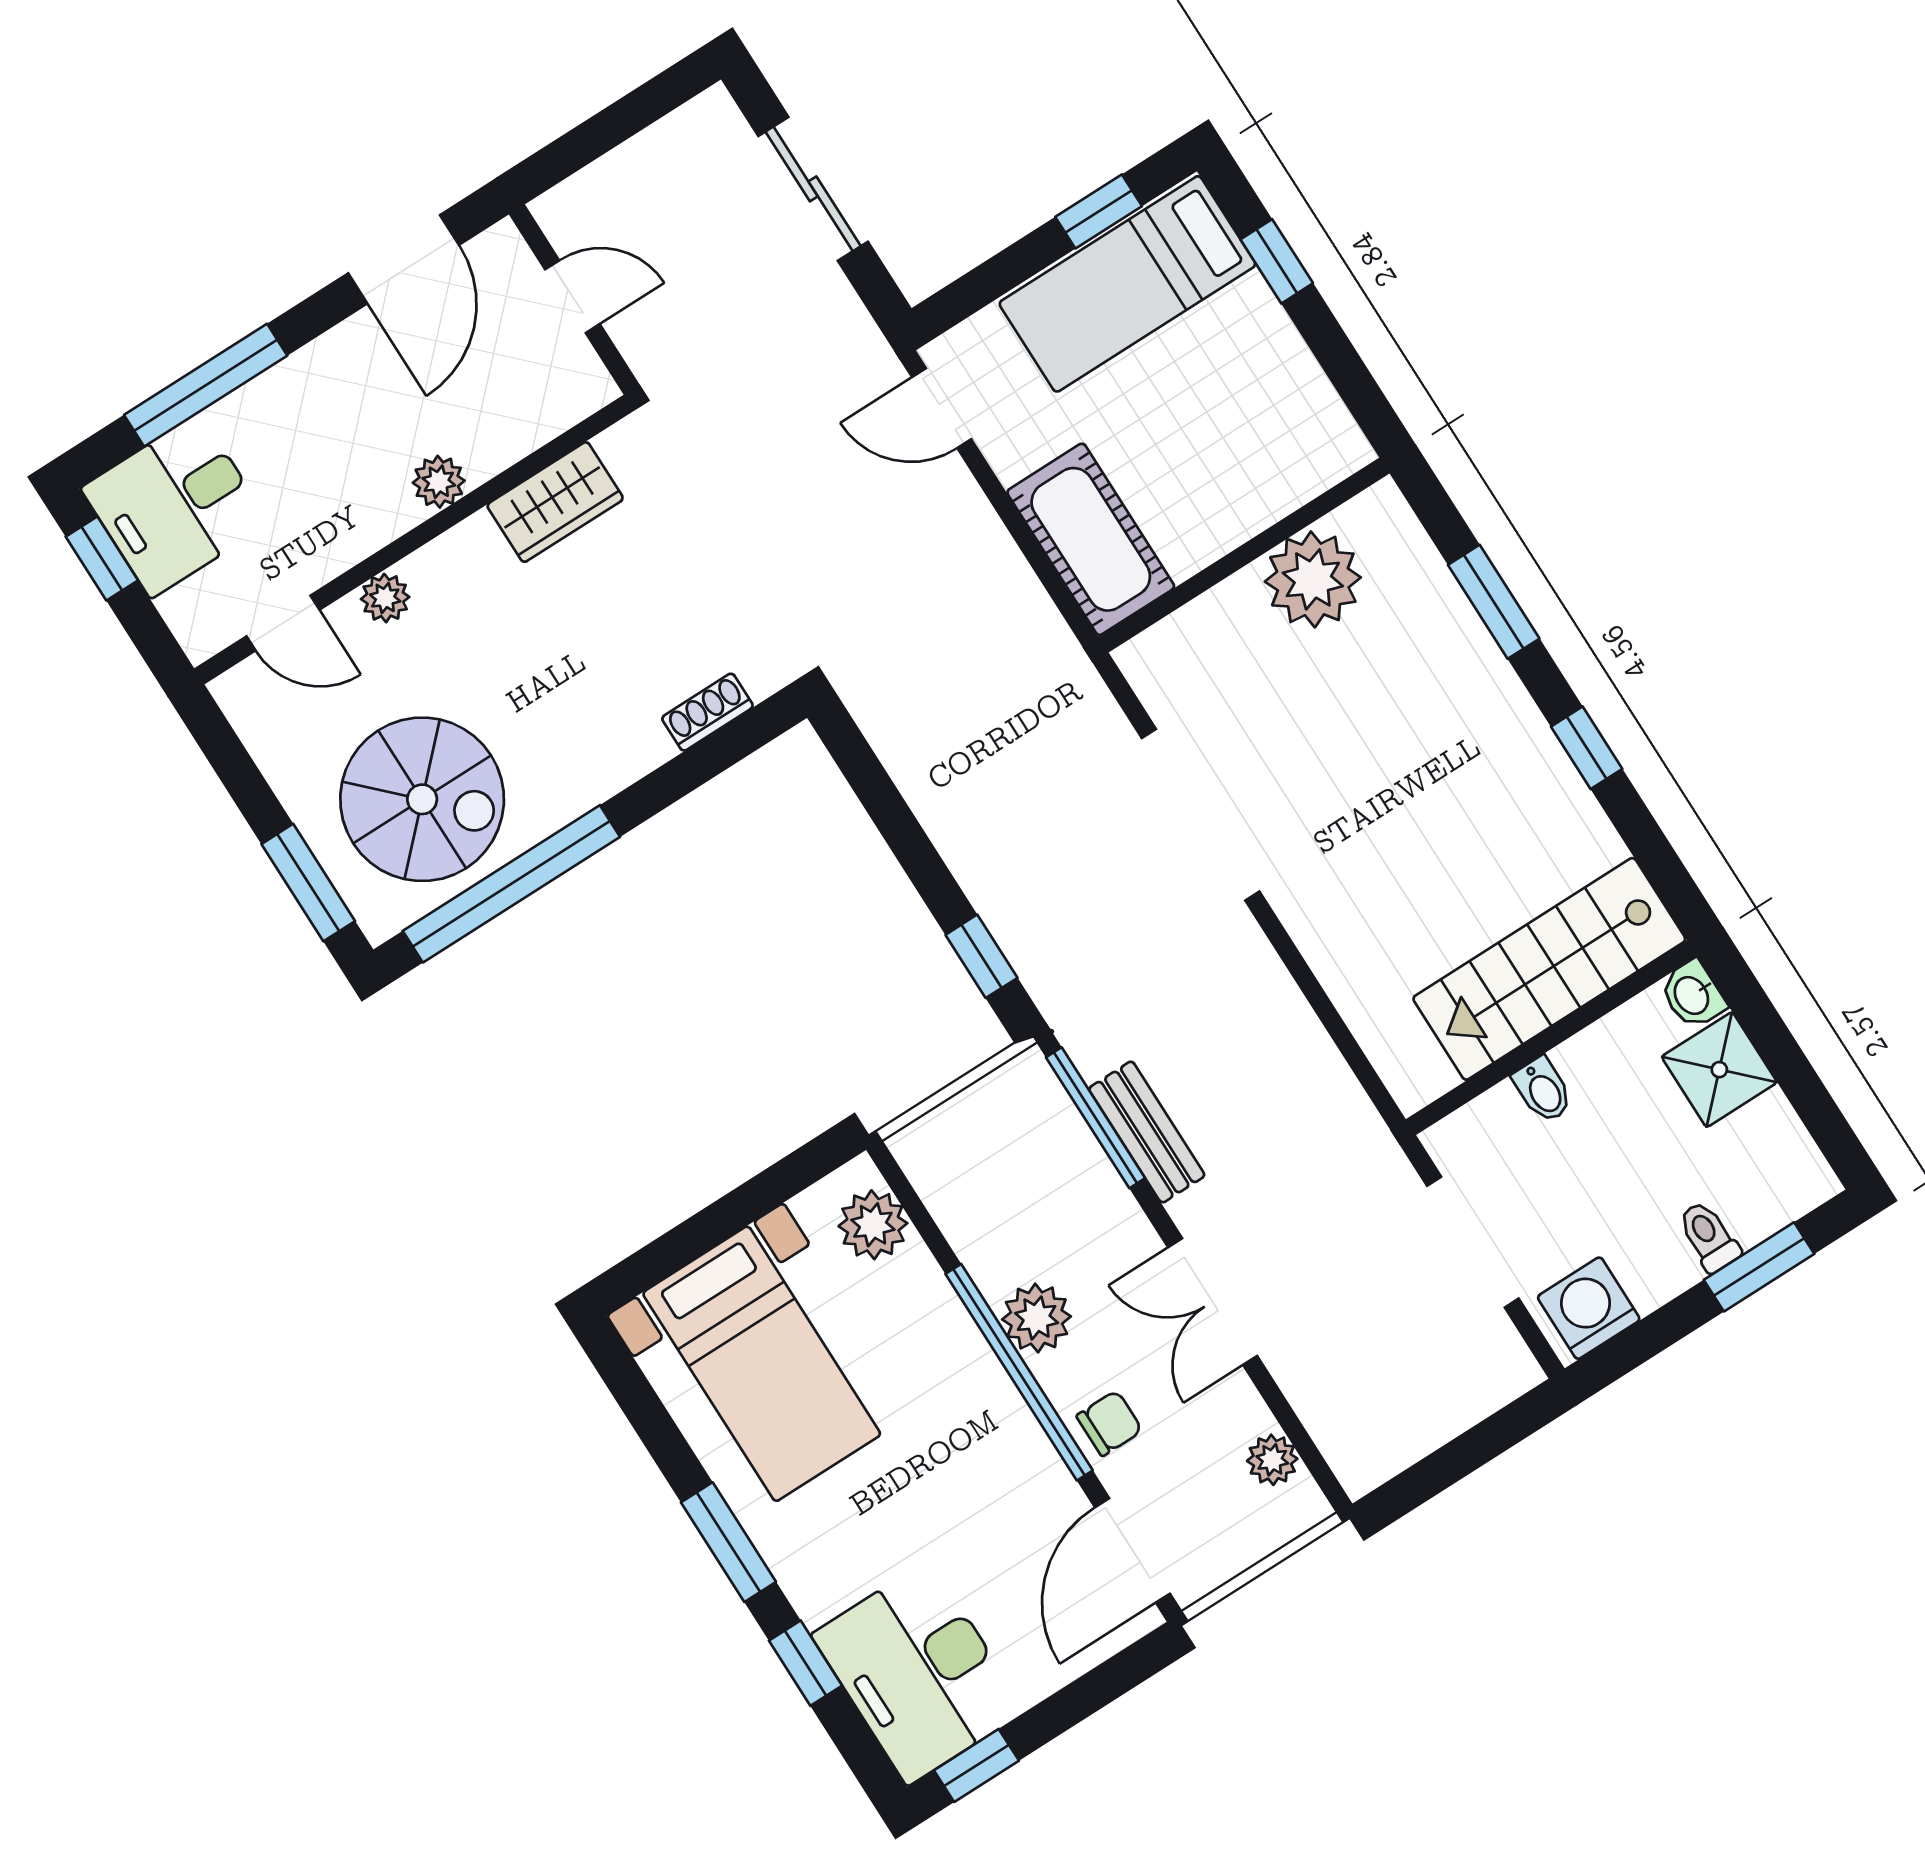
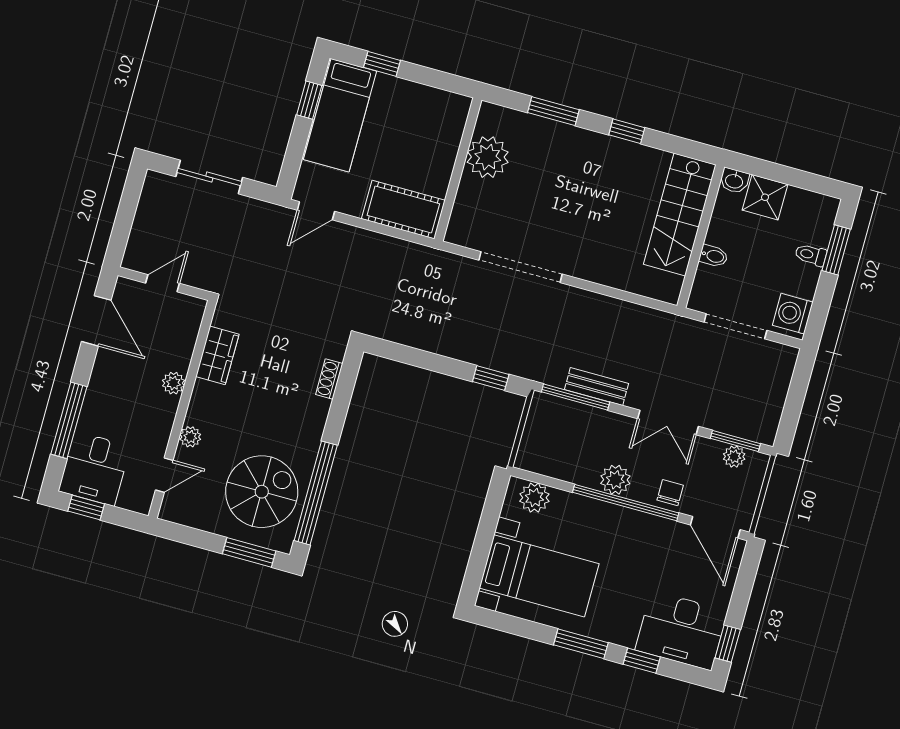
window: (1298, 1436) -> (735, 441), added

